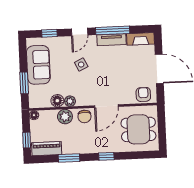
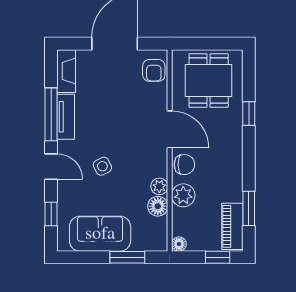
armchair: (143, 94) -> (154, 70), turned -90
window: (106, 156) -> (249, 114), moved
window: (69, 158) -> (249, 208), moved

